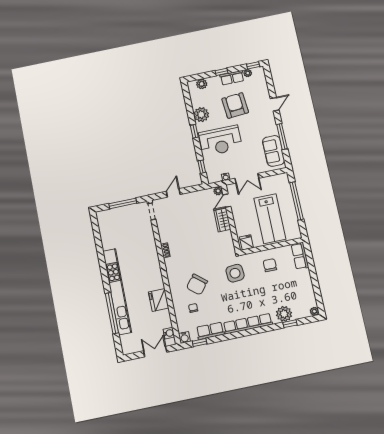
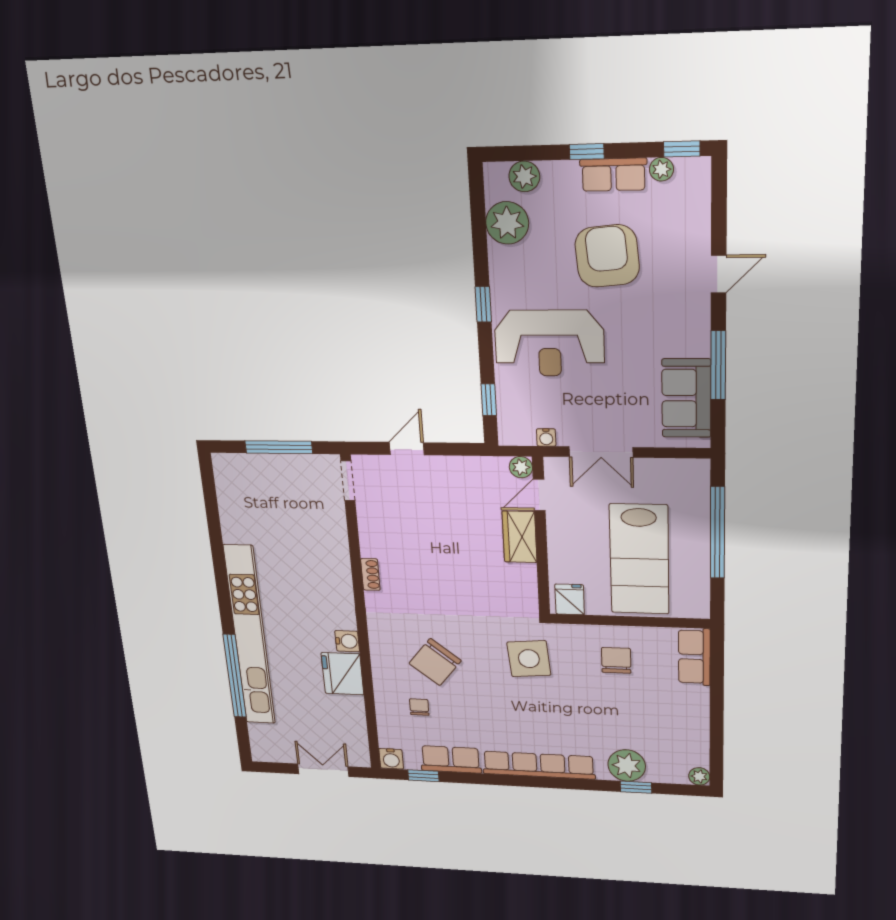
plant: (201, 115) -> (507, 223), moved
water cooler: (169, 333) -> (347, 641), moved

